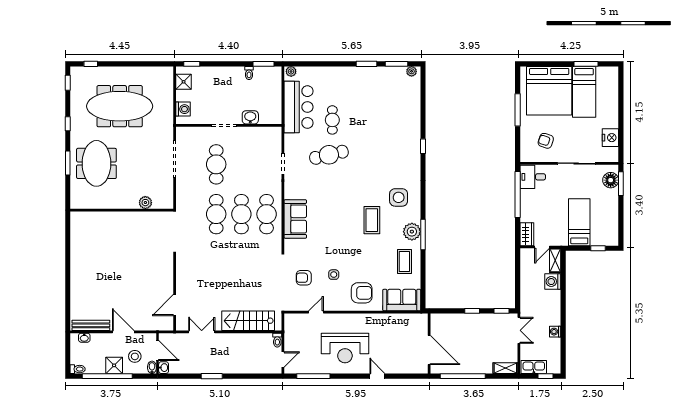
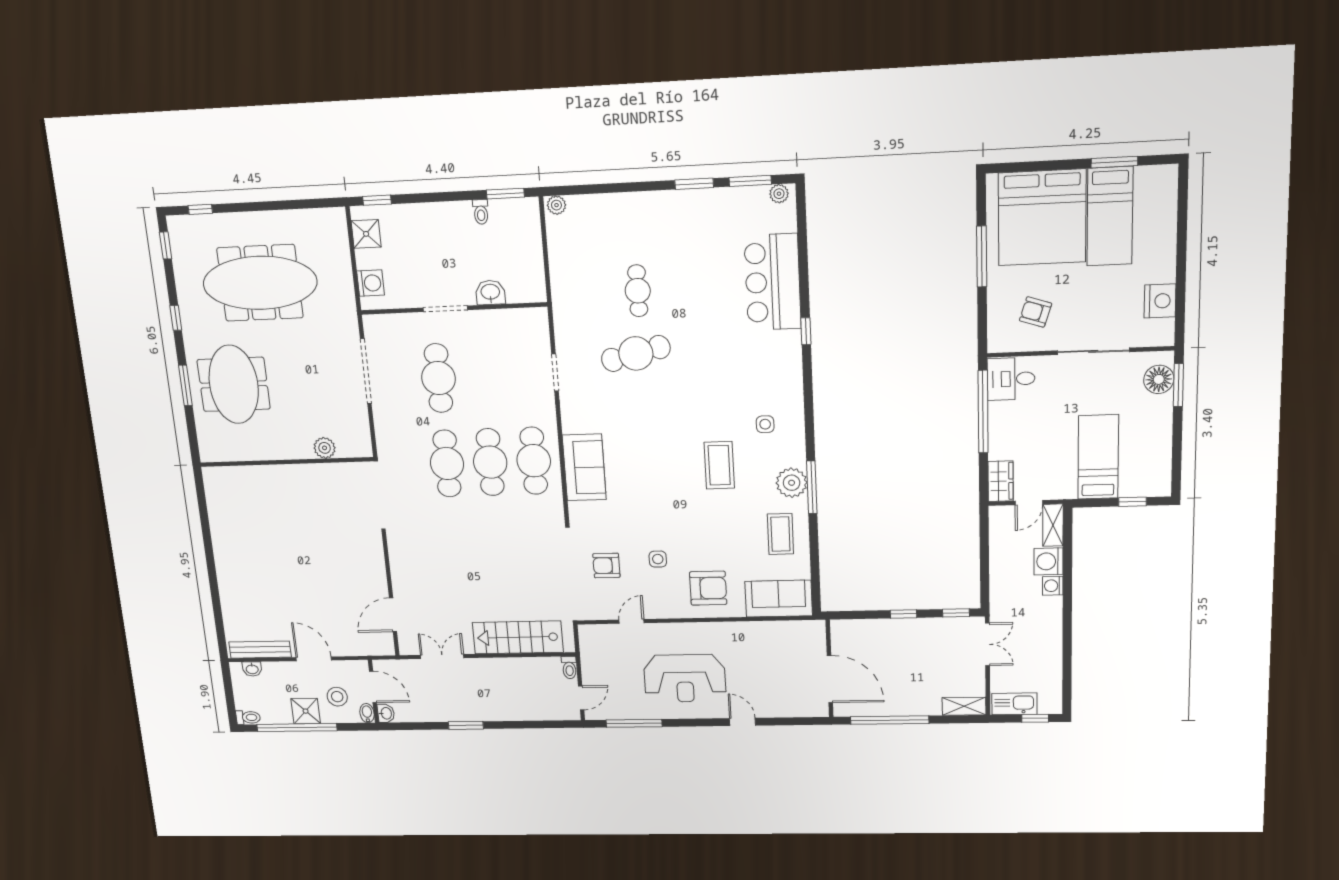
bar counter: (299, 107) -> (773, 282), moved, turned 180
side table: (399, 197) -> (765, 424), width x0.54, depth x0.54
washing machine: (555, 332) -> (1053, 586), moved

